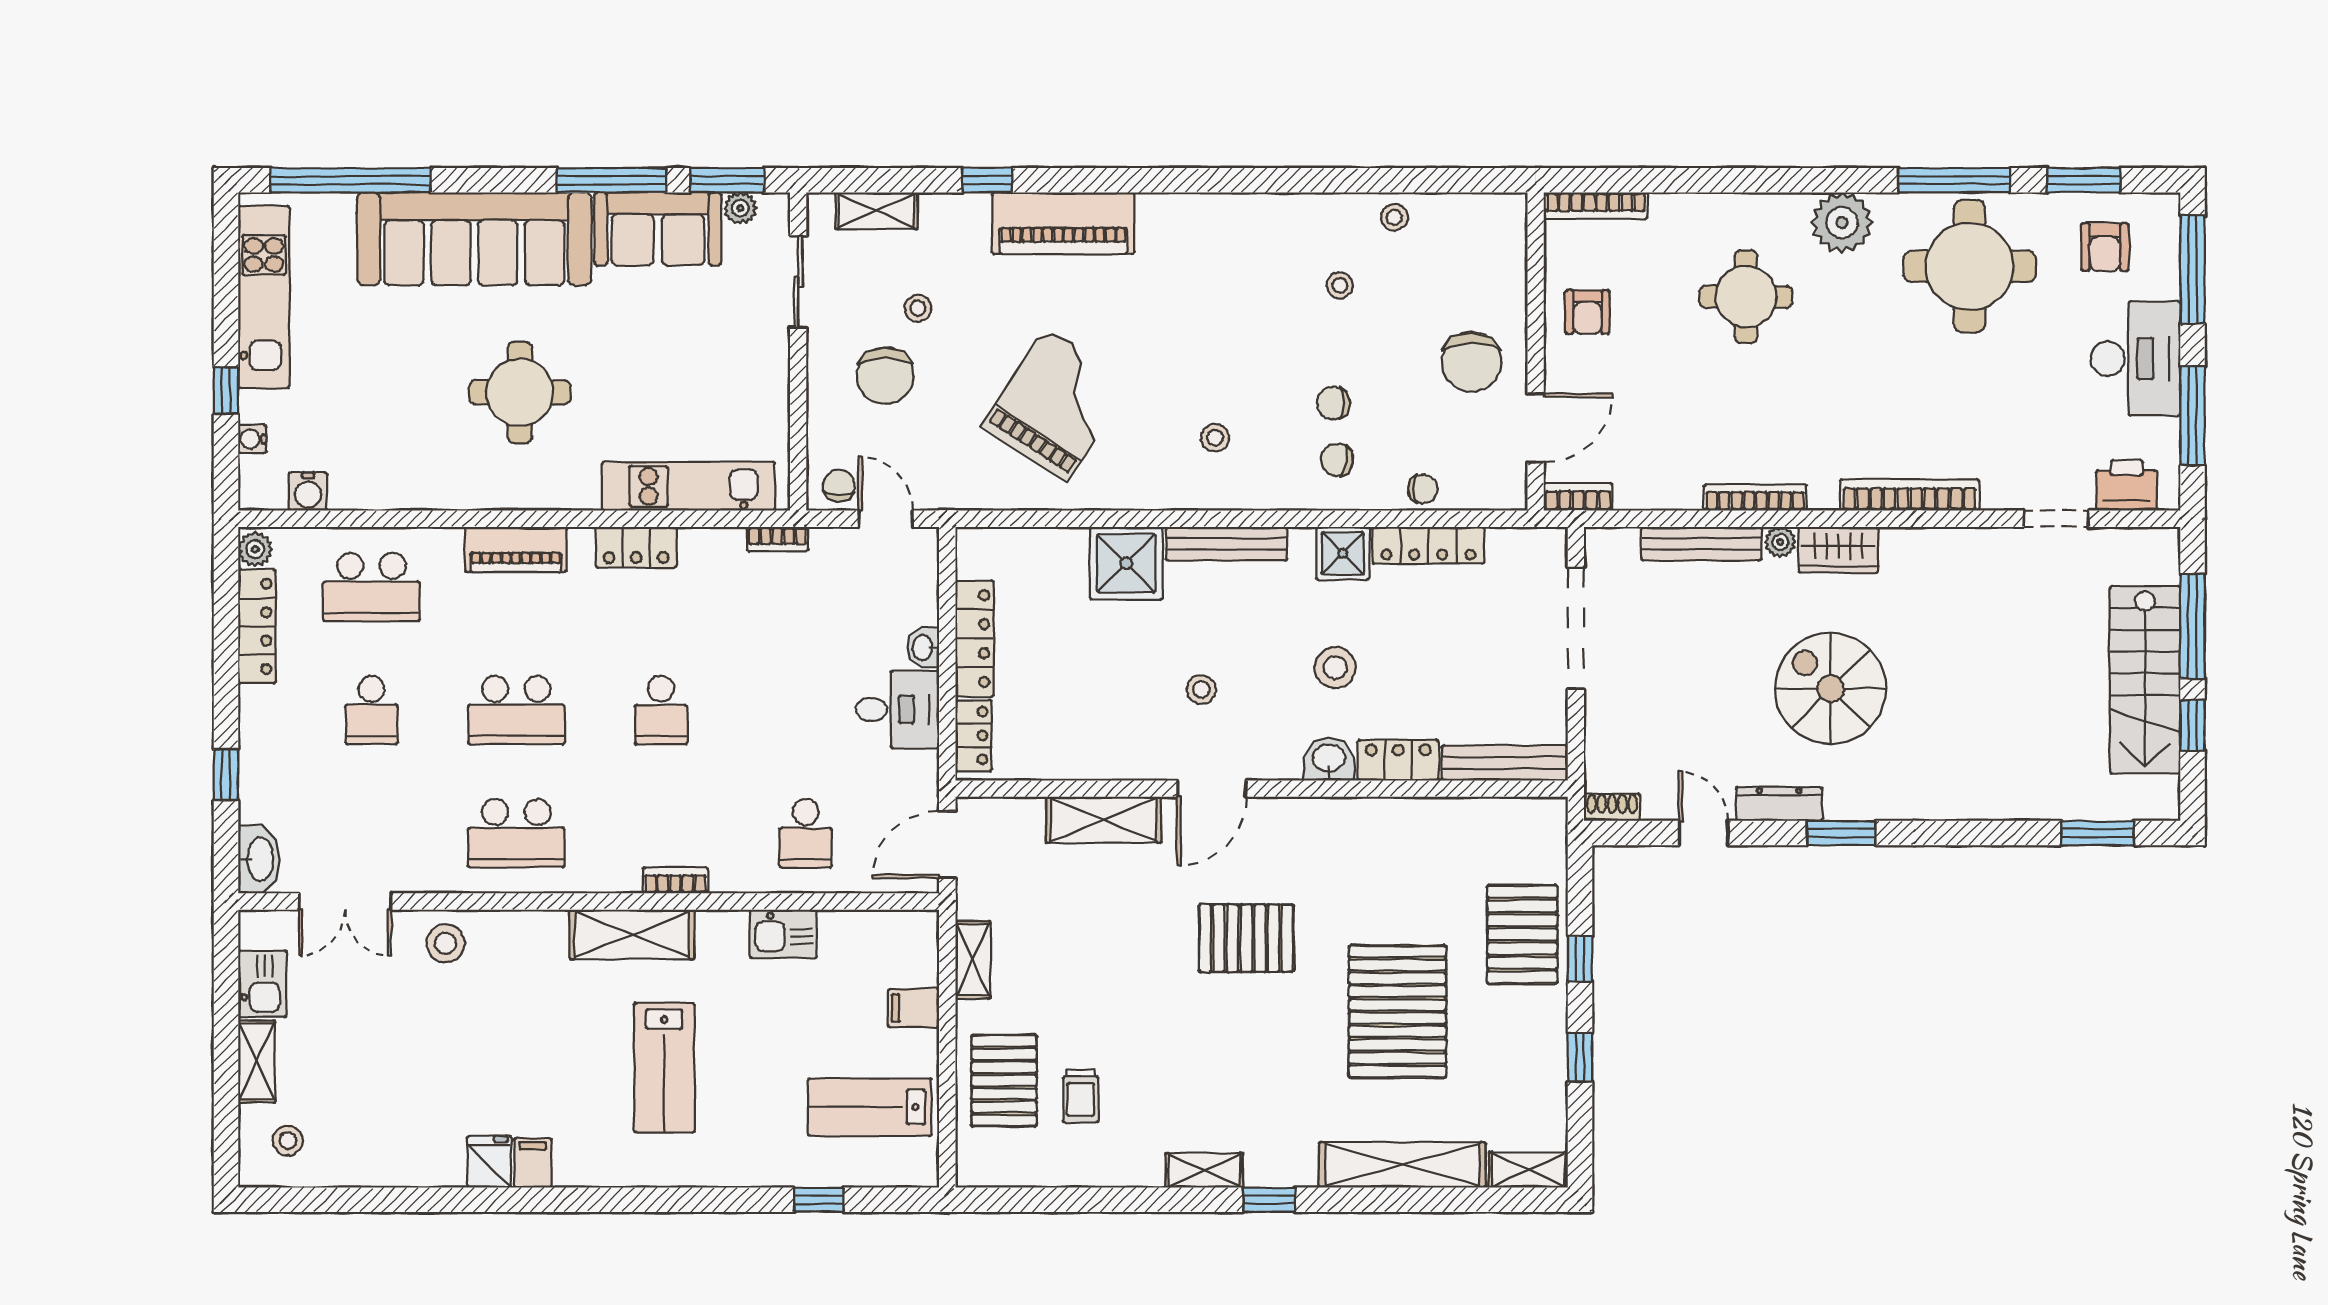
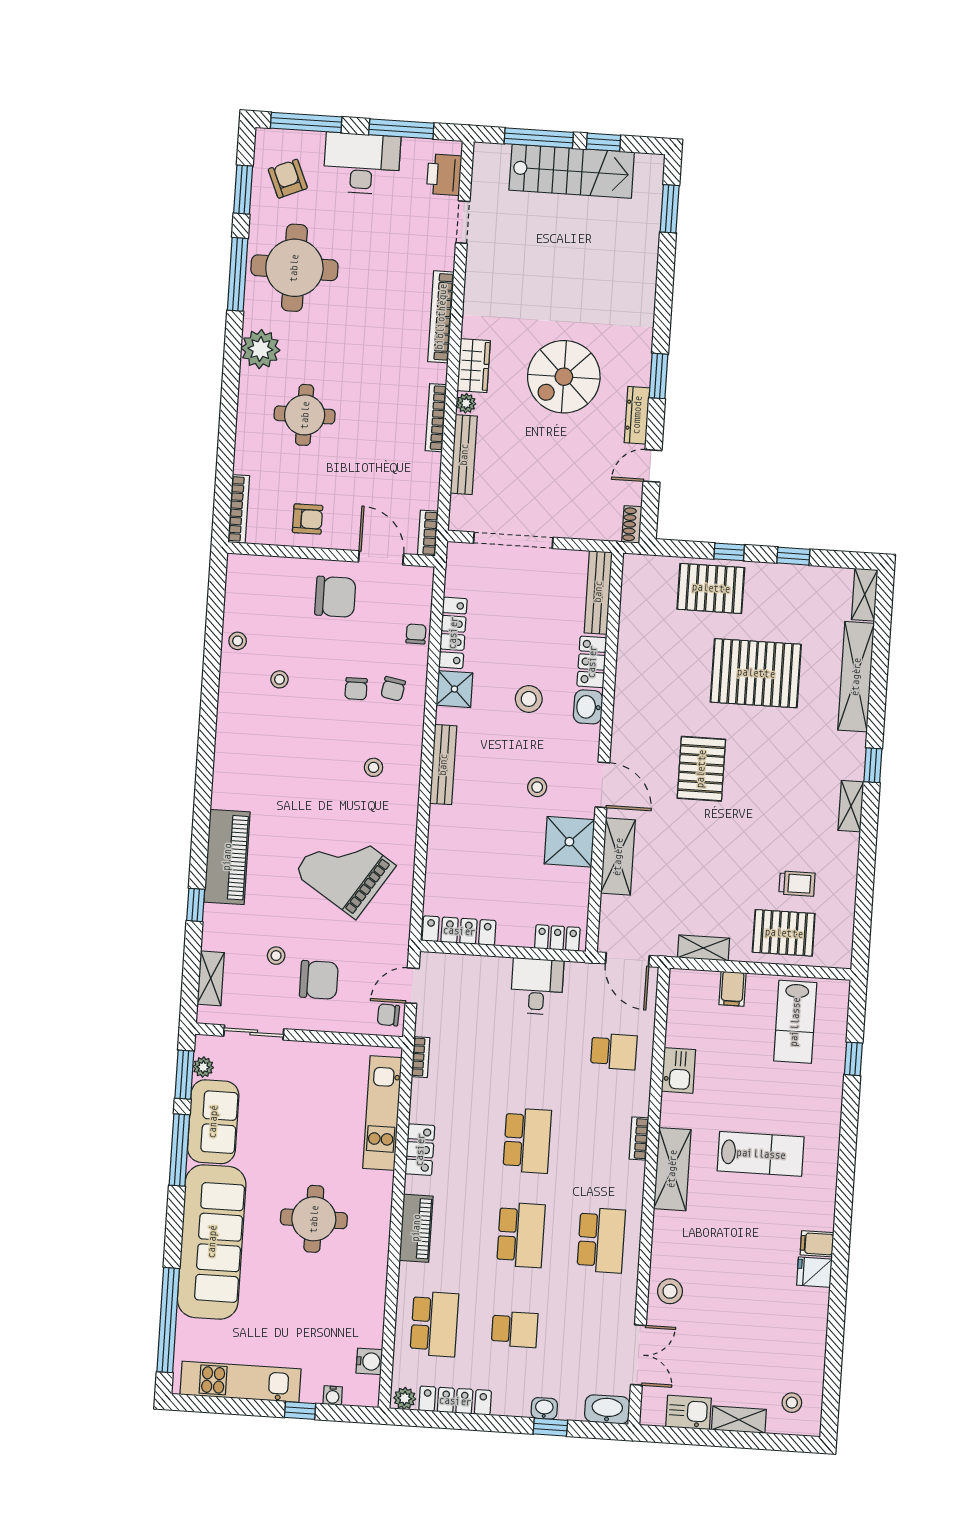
armchair: (2105, 247) -> (288, 179), turned -113
shower: (1126, 563) -> (569, 842), moved
locker: (975, 639) -> (459, 931), moved
washbasin: (923, 648) -> (544, 1408), moved, turned 180
school desk: (661, 710) -> (527, 1141), width x1.85

